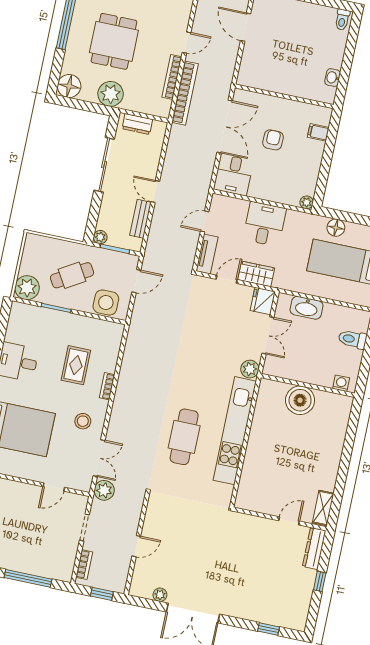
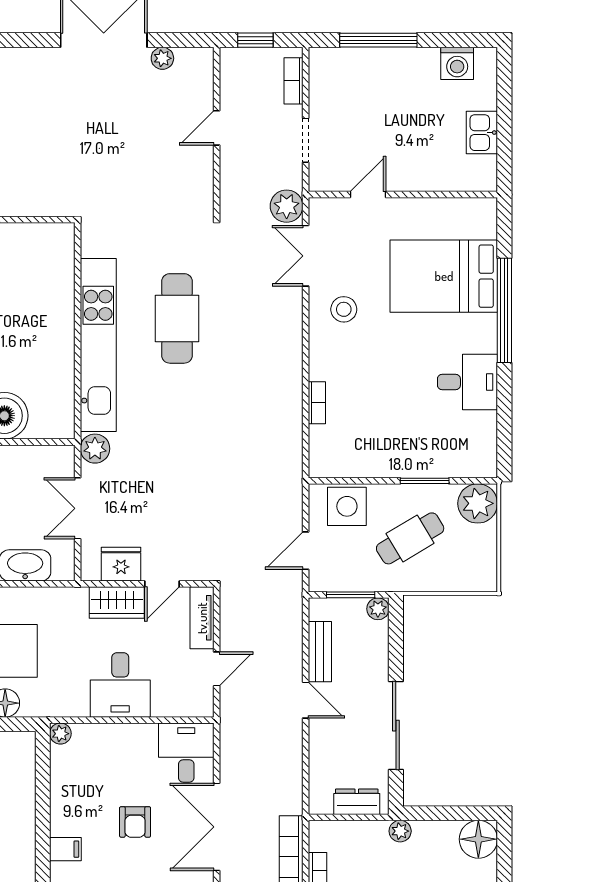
plant: (111, 94) -> (400, 831), width x0.53, depth x0.53
fridge: (263, 301) -> (121, 564), moved, turned -90
rug: (76, 365) -> (374, 396), removed
bookcase: (107, 386) -> (317, 403), moved

